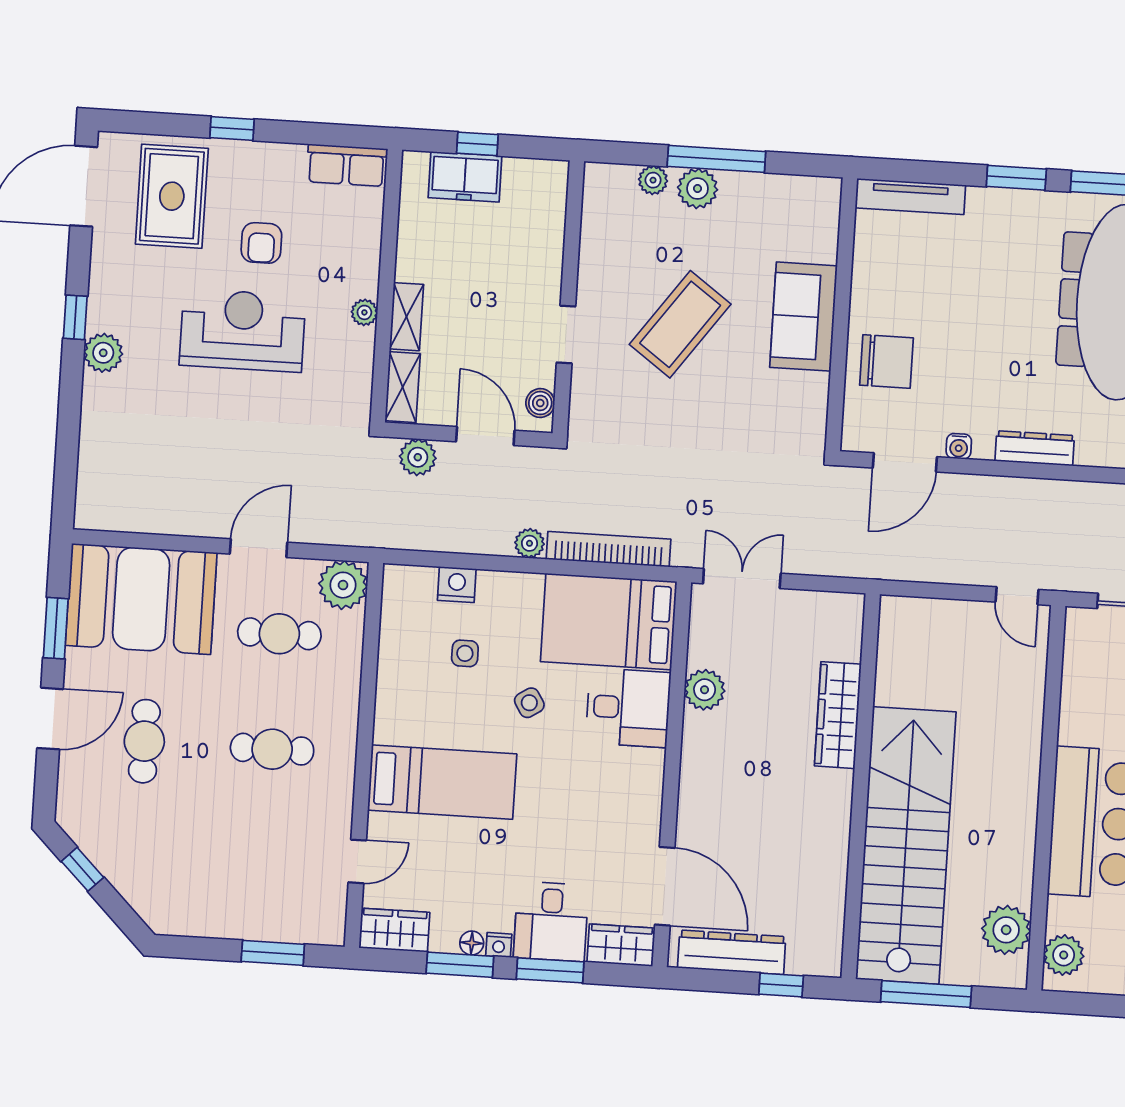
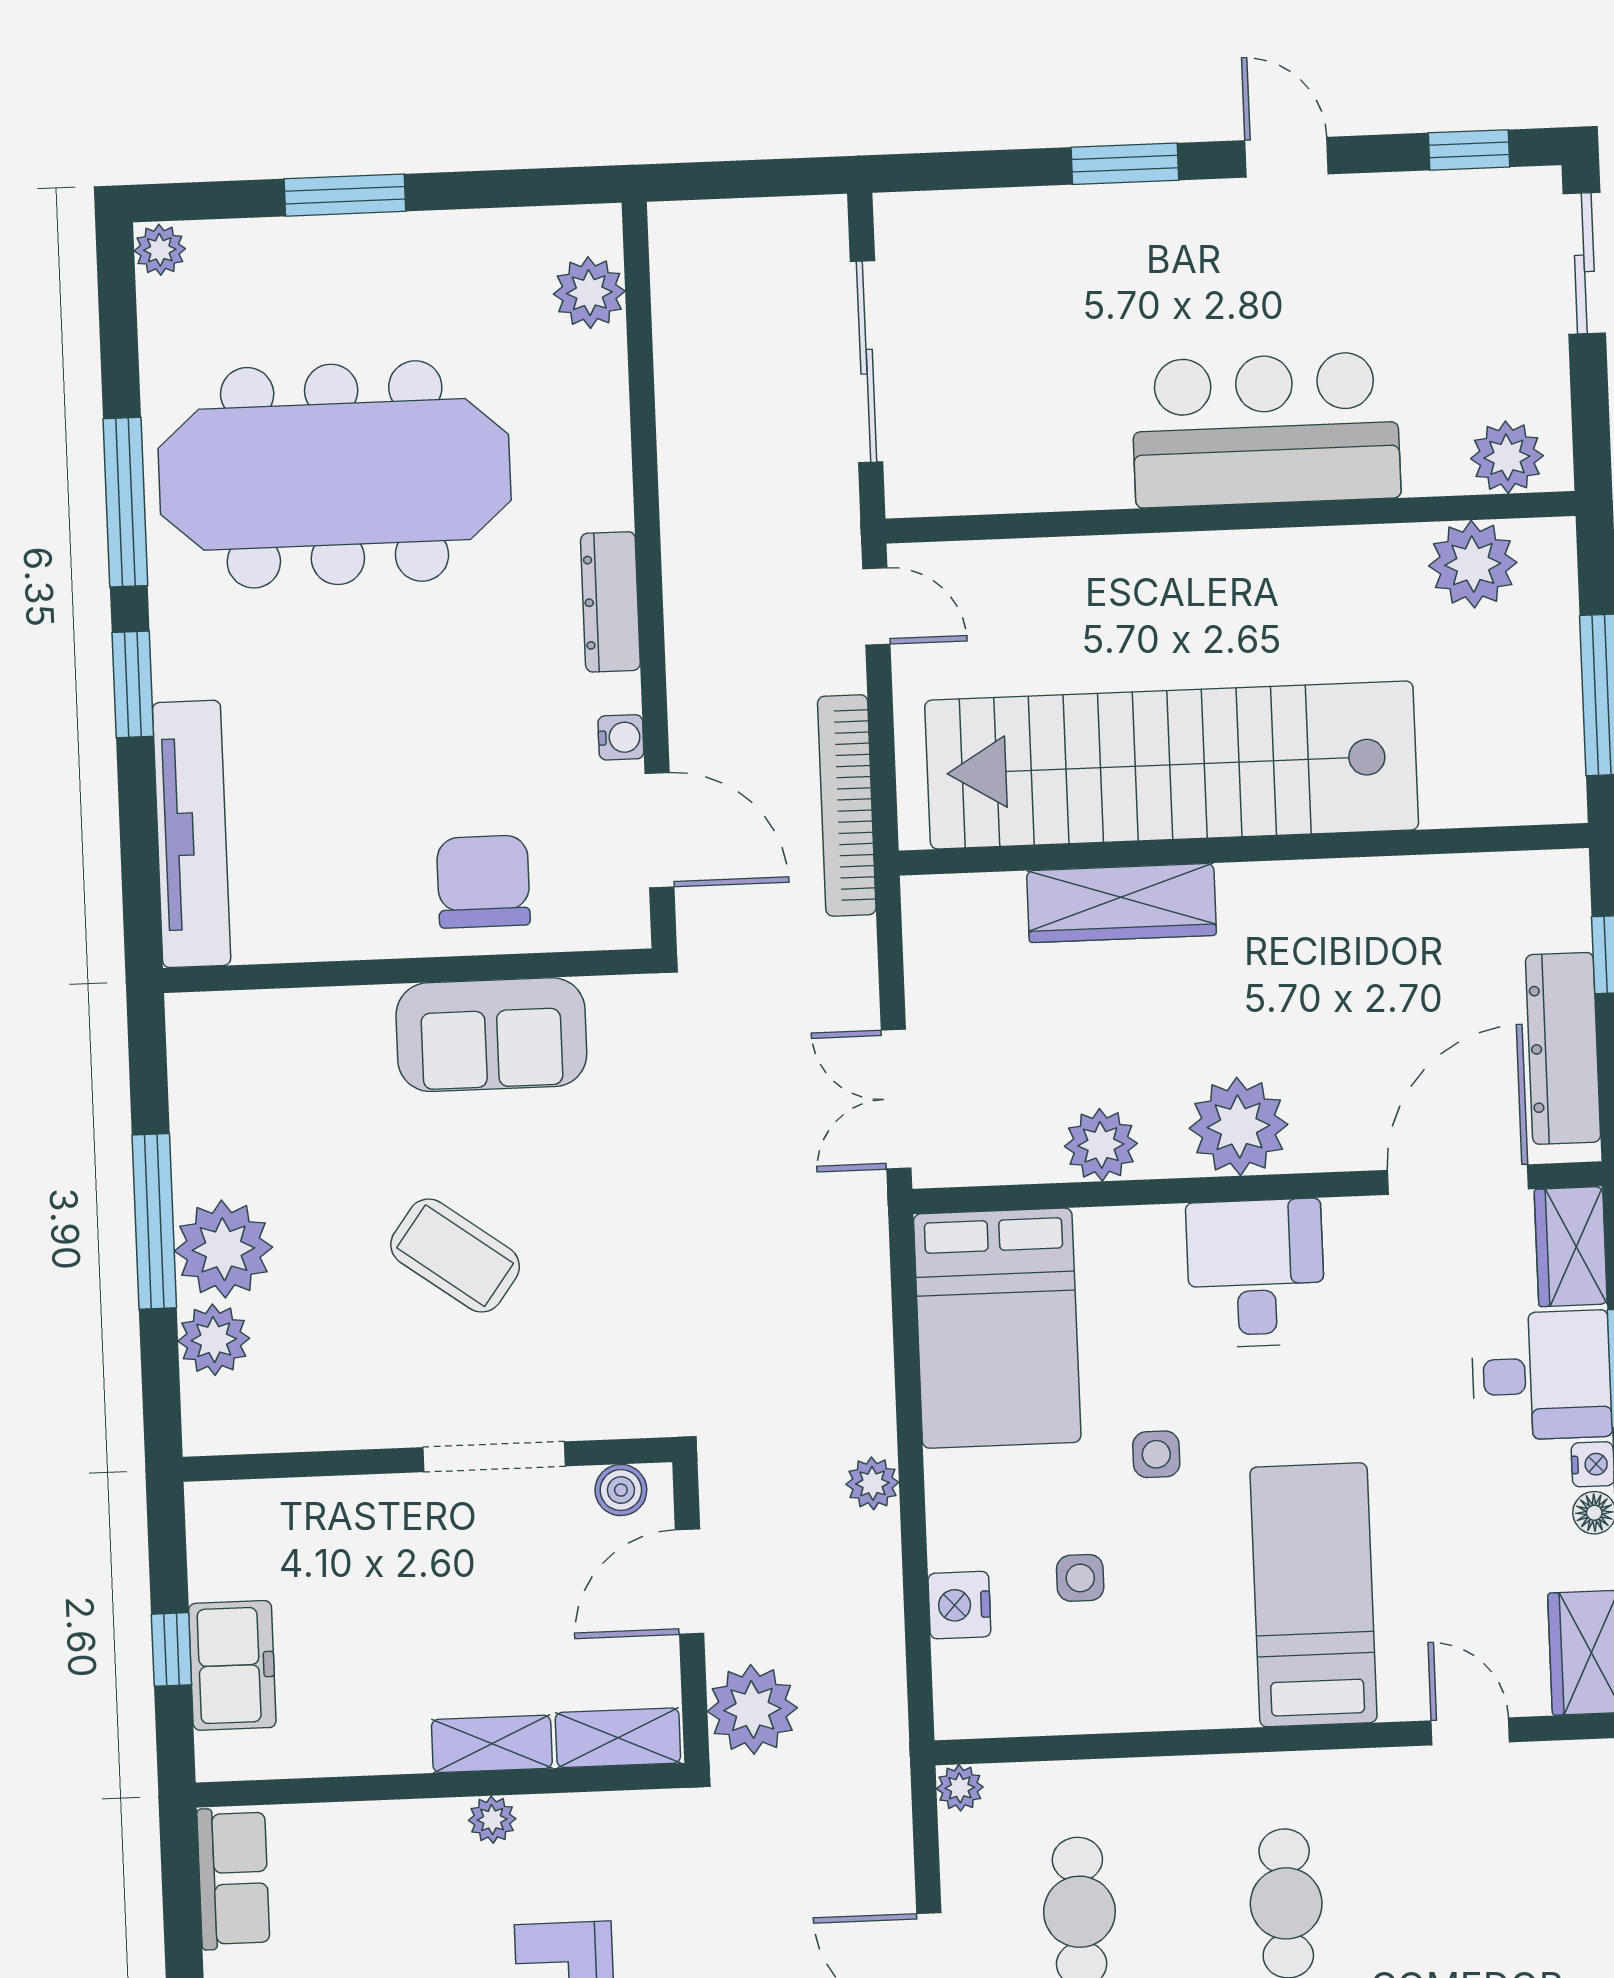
plant: (653, 180) -> (214, 1340), width x1.38, depth x1.38
plant: (698, 189) -> (223, 1249), width x1.36, depth x1.36
tv unit: (910, 196) -> (192, 834), width x1.36, depth x1.29
sofa: (803, 317) -> (491, 1035), moved
coffee table: (680, 324) -> (455, 1256), width x0.73, depth x0.76
doorway: (566, 335) -> (494, 1457), width x1.38
plant: (418, 457) -> (752, 1709), width x1.36, depth x1.36
bookcase: (609, 549) -> (847, 805), moved
plant: (343, 585) -> (960, 1788), width x0.53, depth x0.53
door: (1017, 596) -> (876, 606), hinge flipped
side table: (529, 703) -> (1156, 1454), turned 32
desk: (628, 708) -> (1256, 1273), moved
plant: (707, 767) -> (1239, 1126), added
stairs: (906, 845) -> (1172, 765), moved

